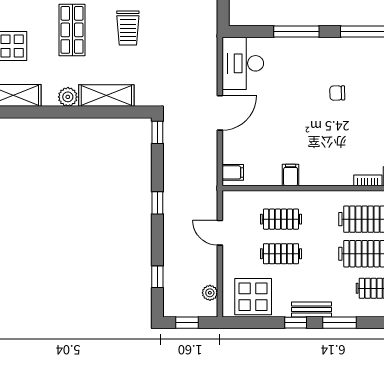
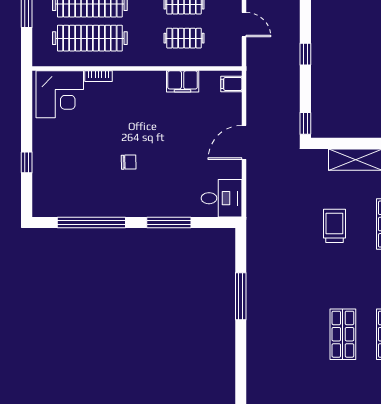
desk: (243, 63) -> (222, 198), width x0.73
filing cabinet: (291, 175) -> (183, 81), width x2.00

